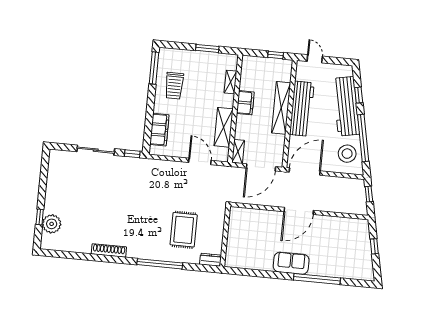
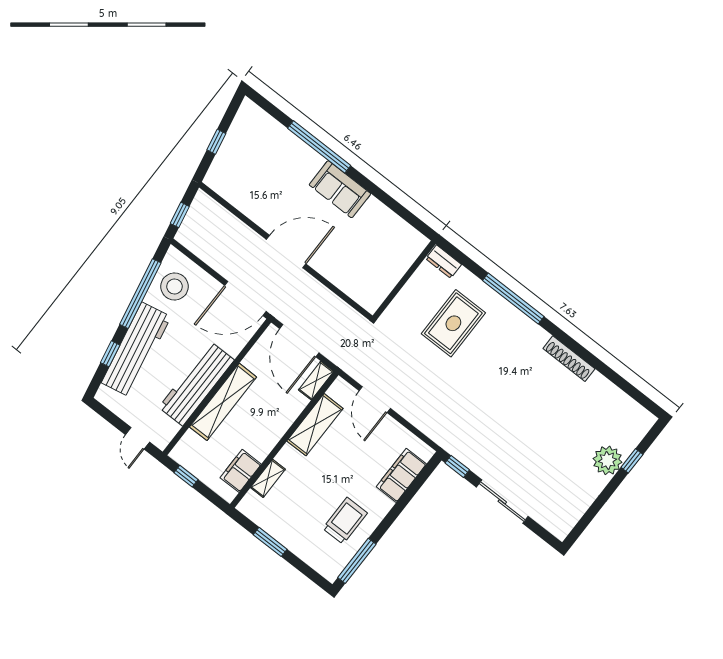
filing cabinet: (245, 103) -> (241, 471), moved
door: (261, 167) -> (299, 341), swing flipped
plant: (52, 224) -> (607, 460), moved

